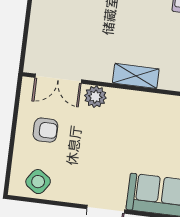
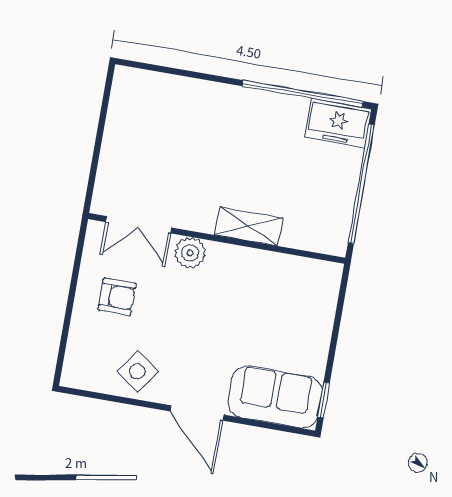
side table: (38, 182) -> (137, 371), moved

